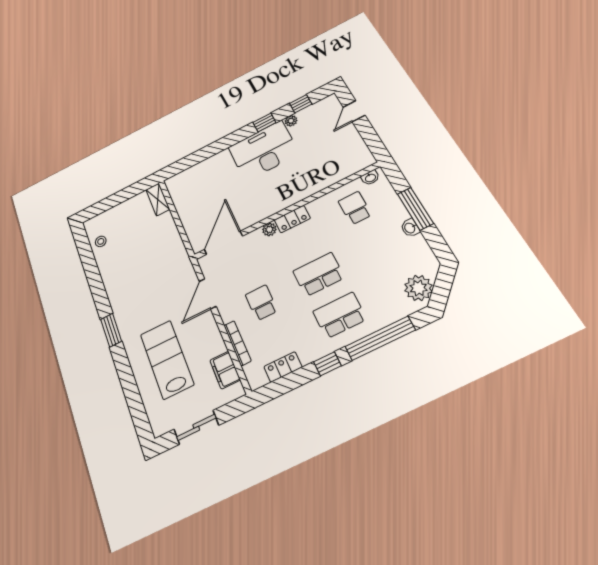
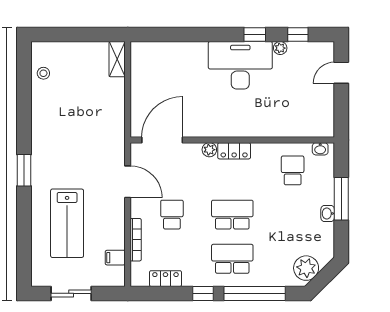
door: (208, 294) -> (128, 182), swing flipped
lab bench: (167, 359) -> (67, 223), turned 180
filing cabinet: (225, 370) -> (115, 258), width x0.50

